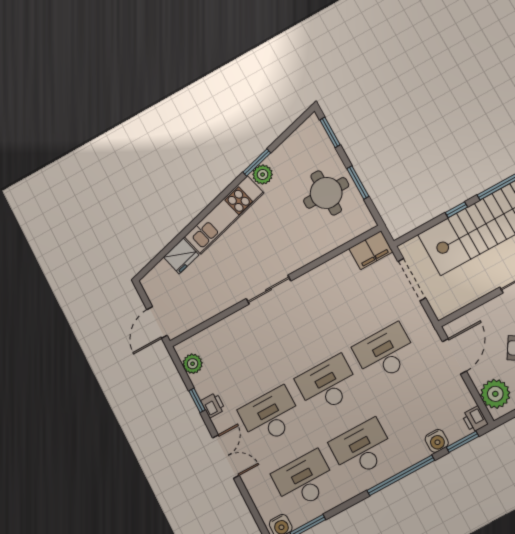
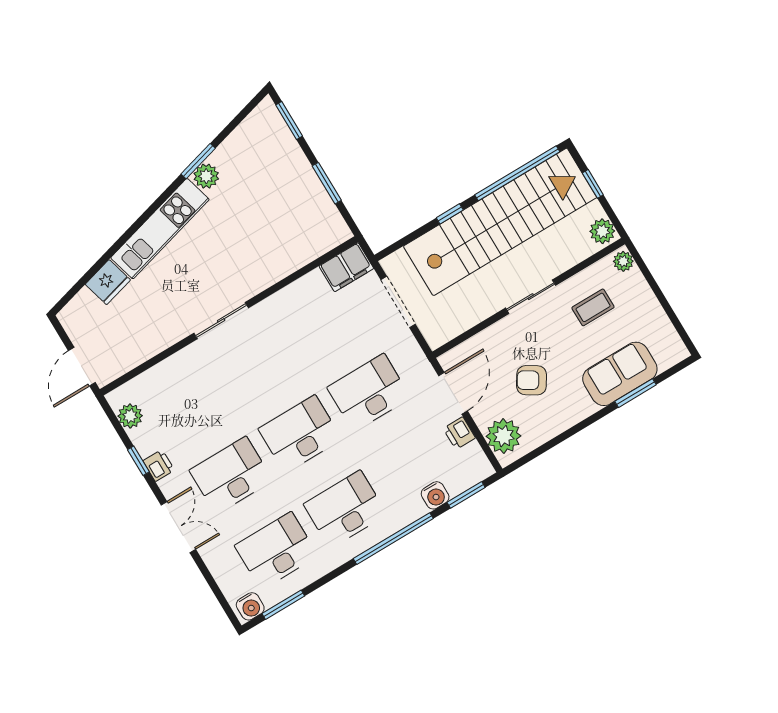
round table: (326, 193) -> (288, 197), removed
printer: (475, 419) -> (459, 433), moved

